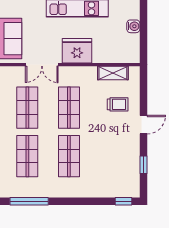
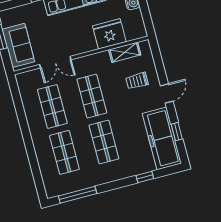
fridge: (77, 51) -> (109, 34), moved
trolley: (118, 104) -> (137, 81), turned 180
freezer: (127, 168) -> (162, 138), added
window: (124, 201) -> (145, 177), moved

